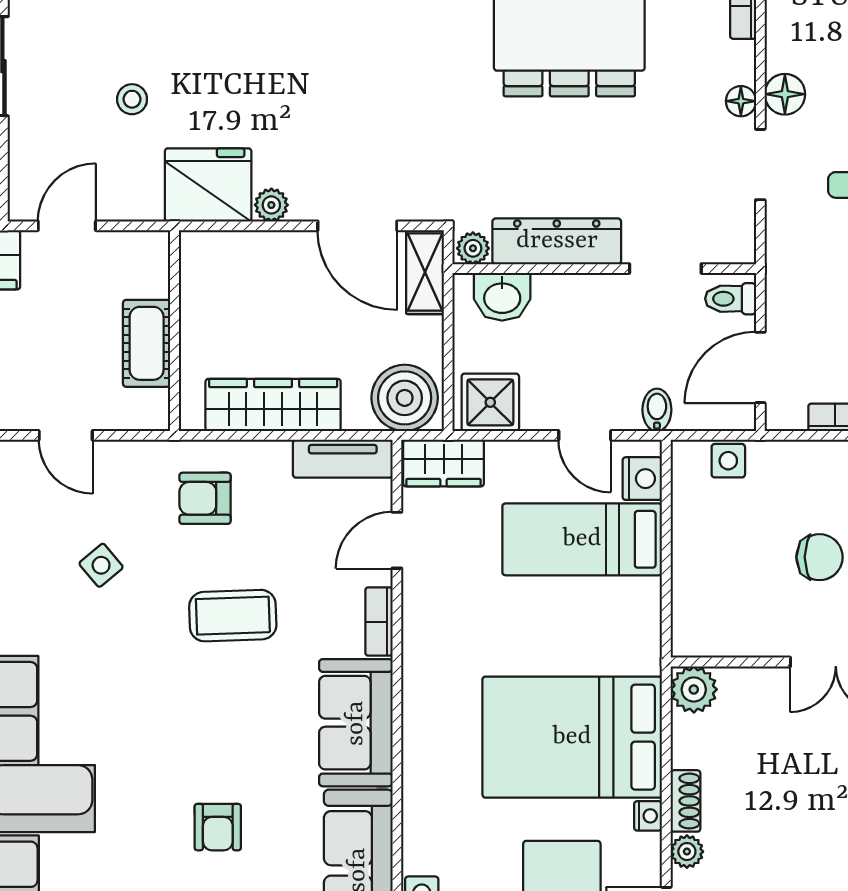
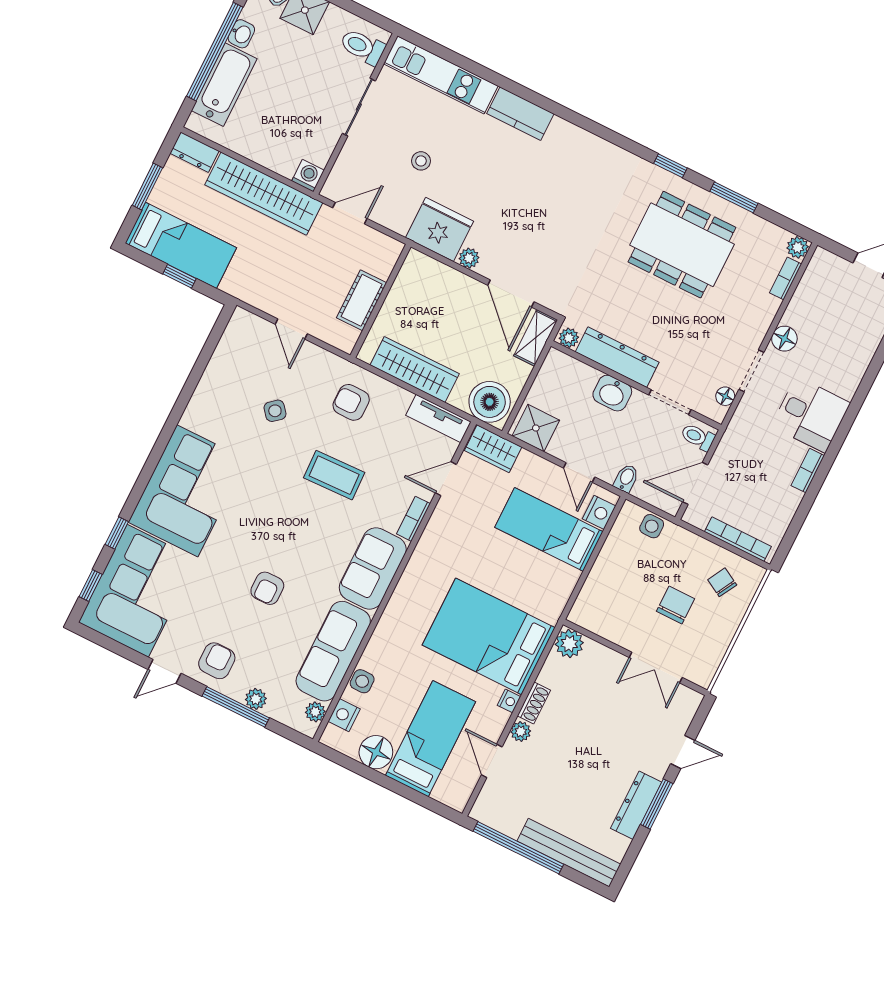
floor lamp: (741, 101) -> (725, 396), moved
washbasin: (502, 297) -> (612, 393), moved
chair: (819, 557) -> (676, 605), turned -90

